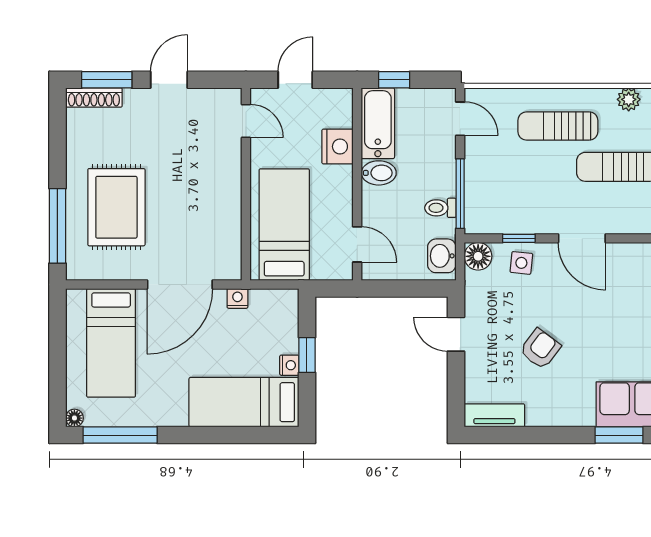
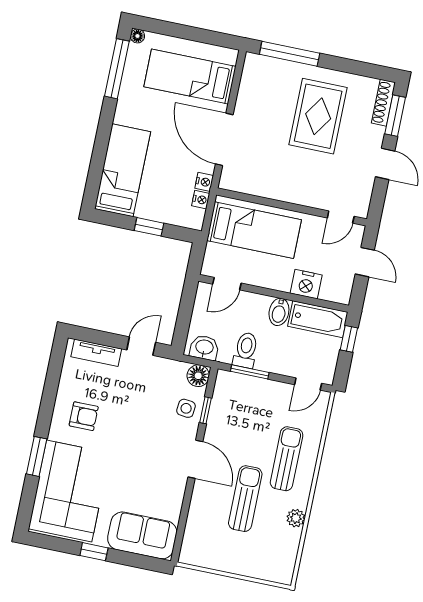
window: (460, 194) -> (250, 372), width x0.69
rug: (116, 207) -> (318, 116), moved, turned 90
toilet: (440, 208) -> (246, 350), width x1.37, depth x1.39
door: (582, 238) -> (195, 459), swing flipped
armchair: (540, 349) -> (84, 416), moved, turned -37
nightstand: (289, 365) -> (201, 200), moved, turned -90
tv unit: (494, 415) -> (96, 353), moved, turned 90

